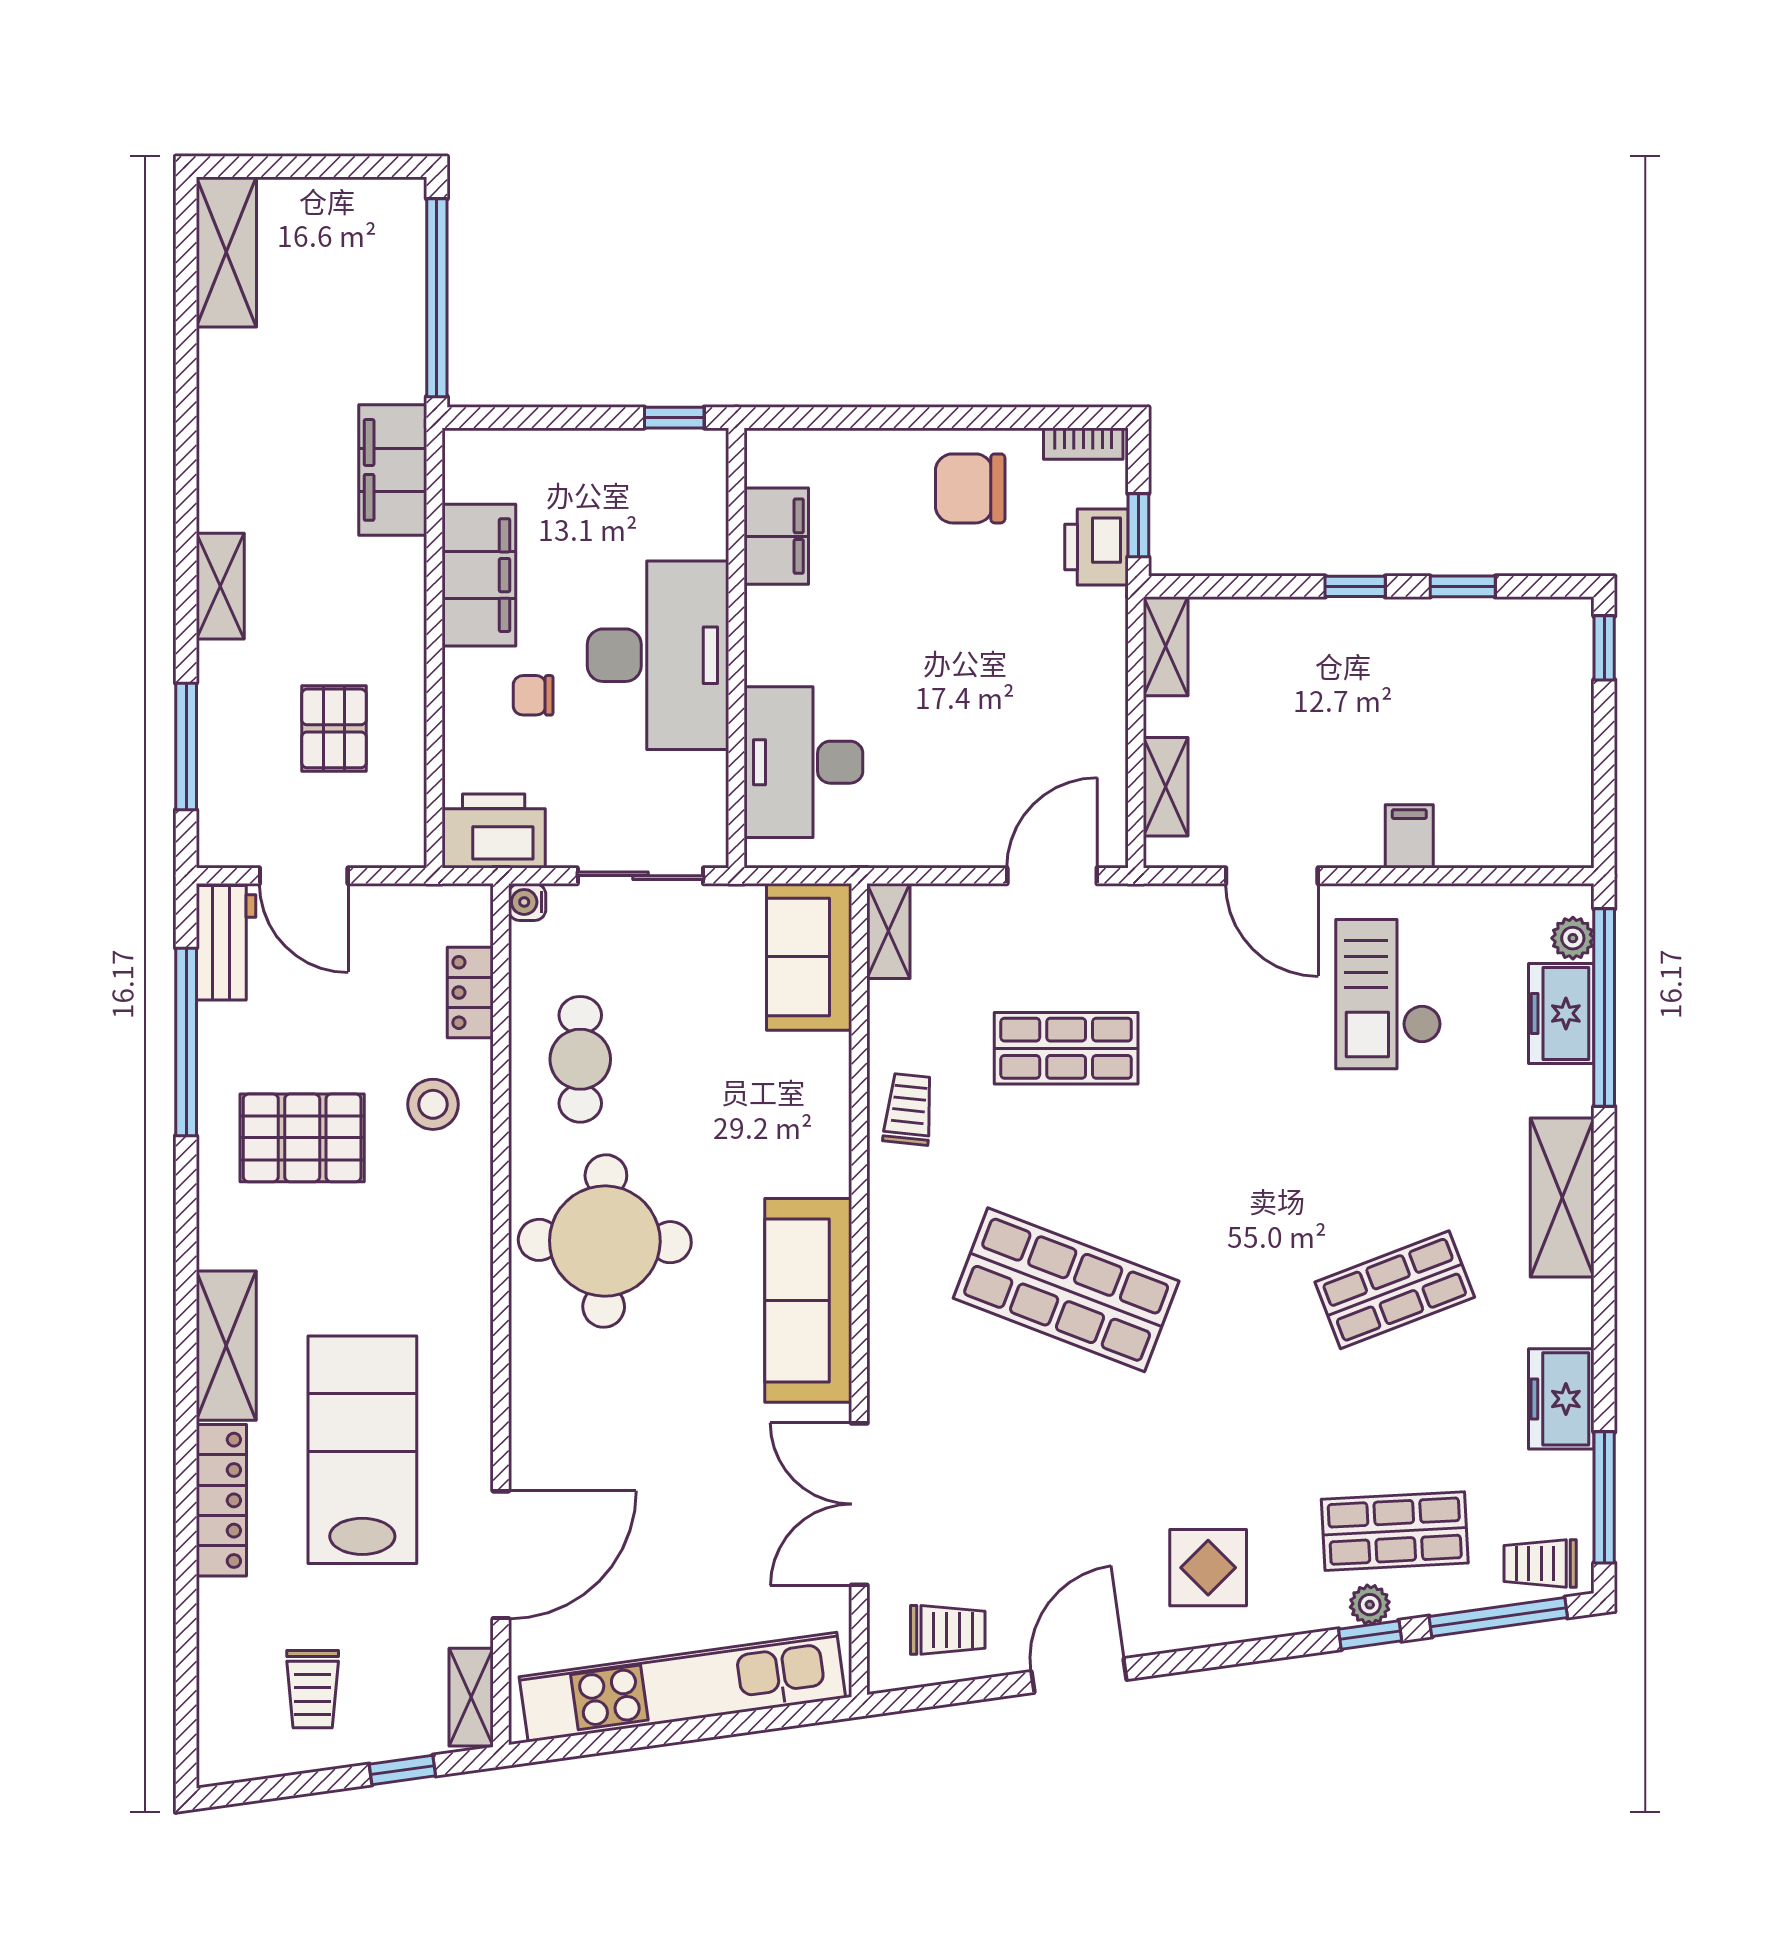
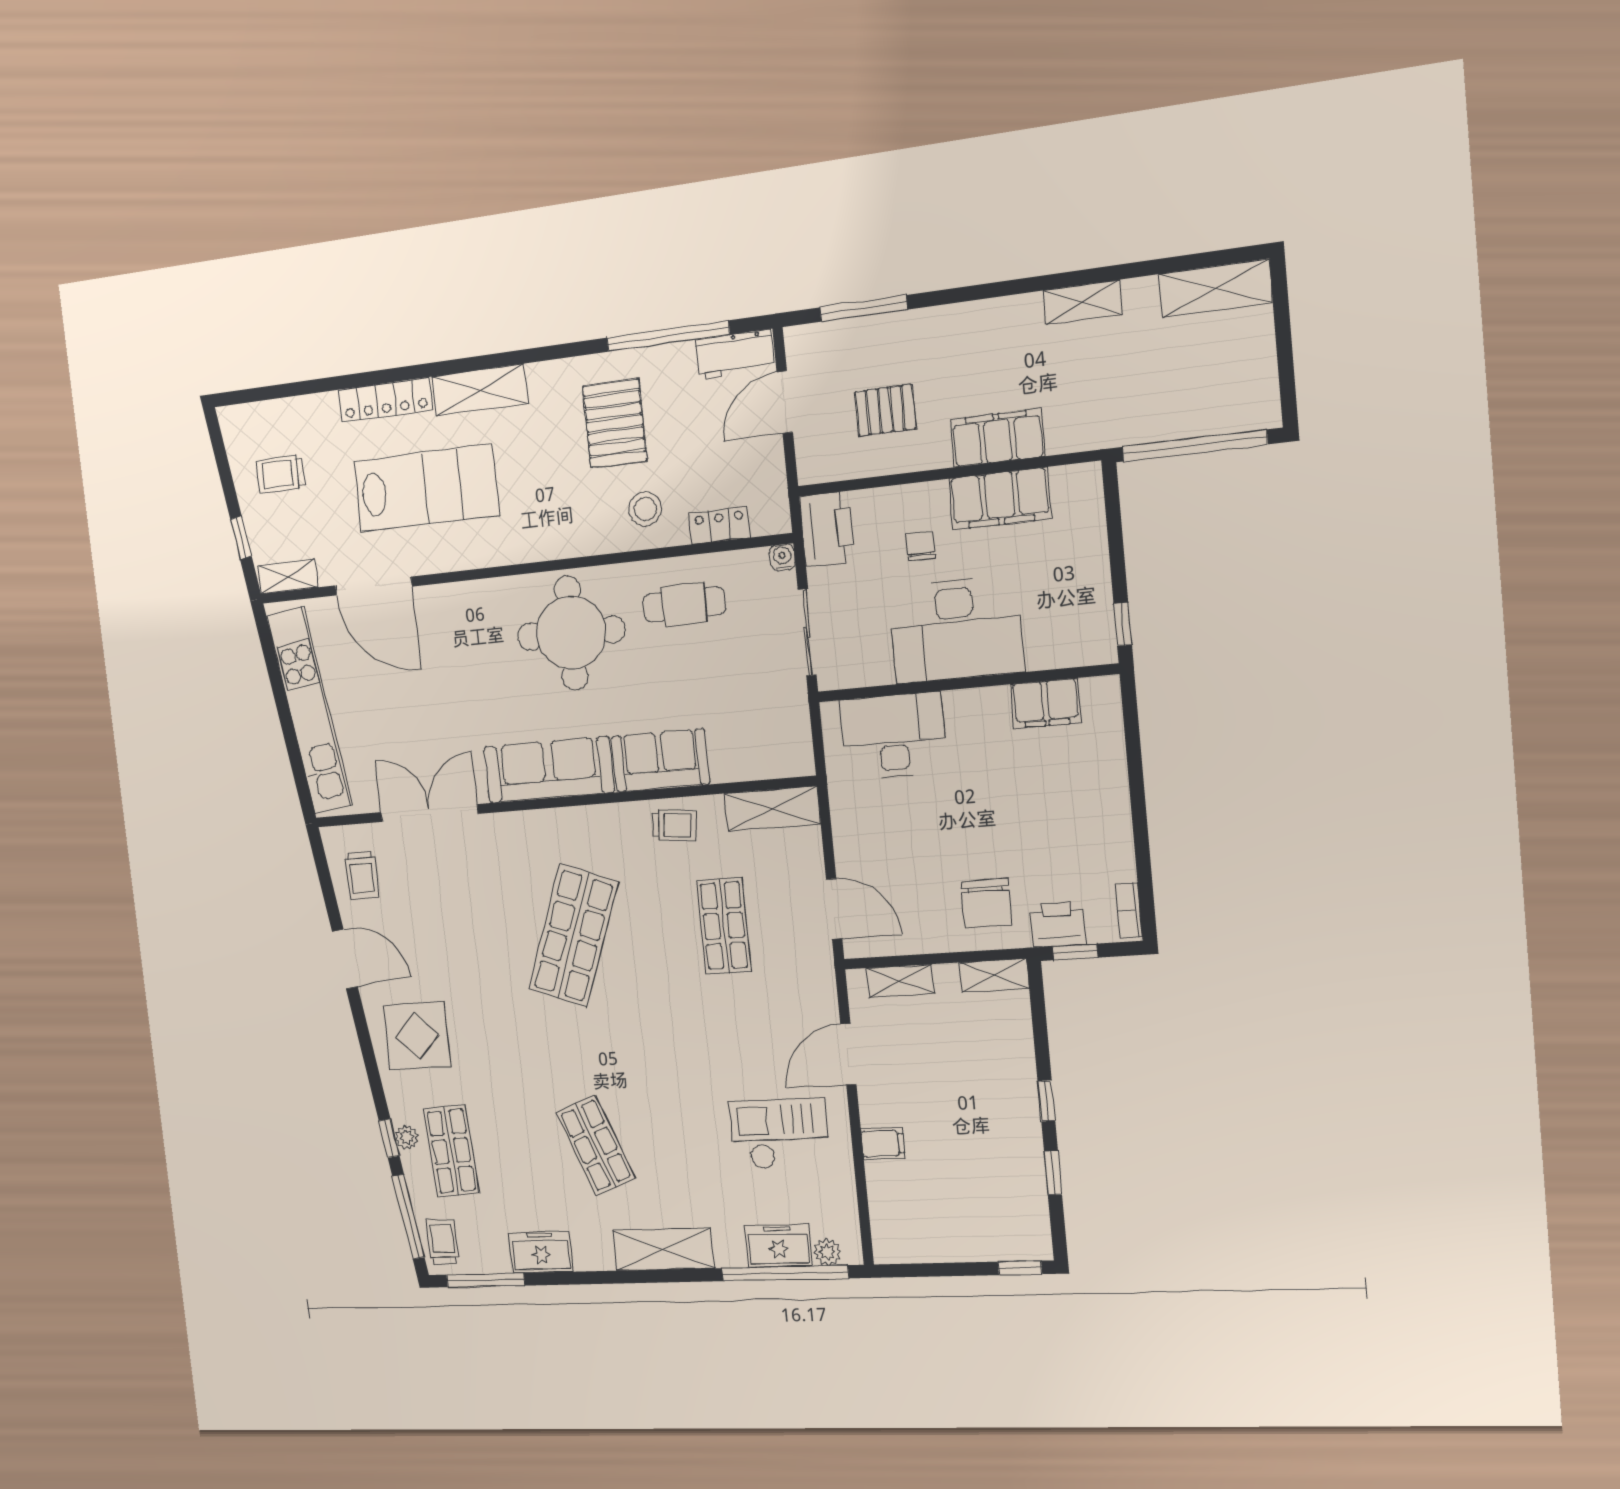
filing cabinet: (393, 470) -> (998, 438), moved
chair: (970, 488) -> (987, 904), moved, turned 180
shelving: (220, 586) -> (1082, 302), moved
shelving: (888, 931) -> (772, 809), width x1.50, depth x1.33
sofa: (809, 957) -> (661, 760), moved
display table: (1208, 1568) -> (417, 1036), width x1.36, depth x1.36

